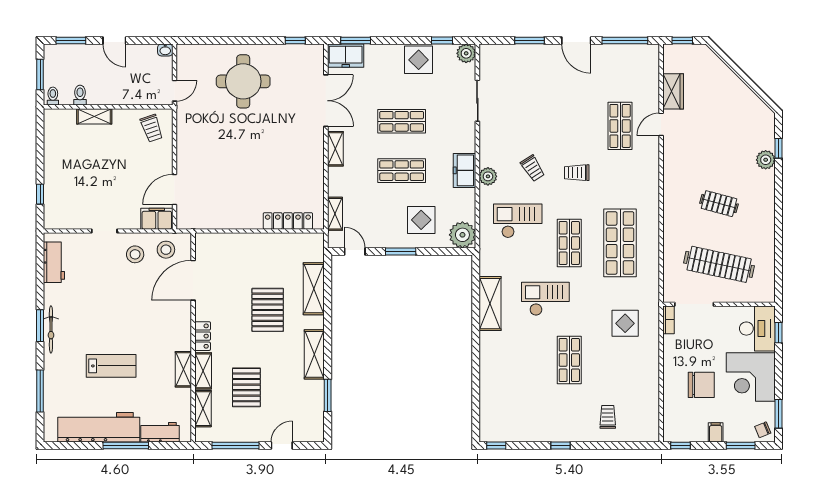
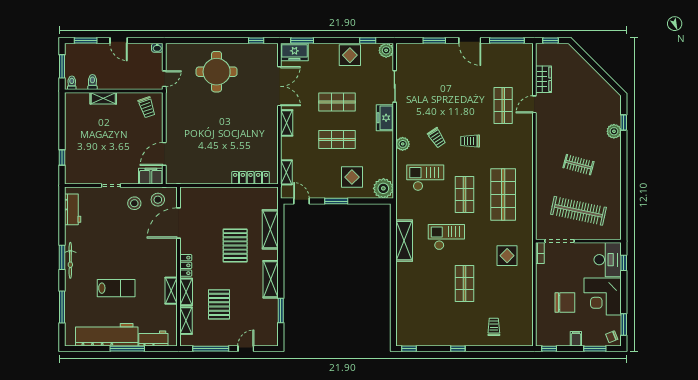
freezer: (465, 170) -> (385, 118), moved

